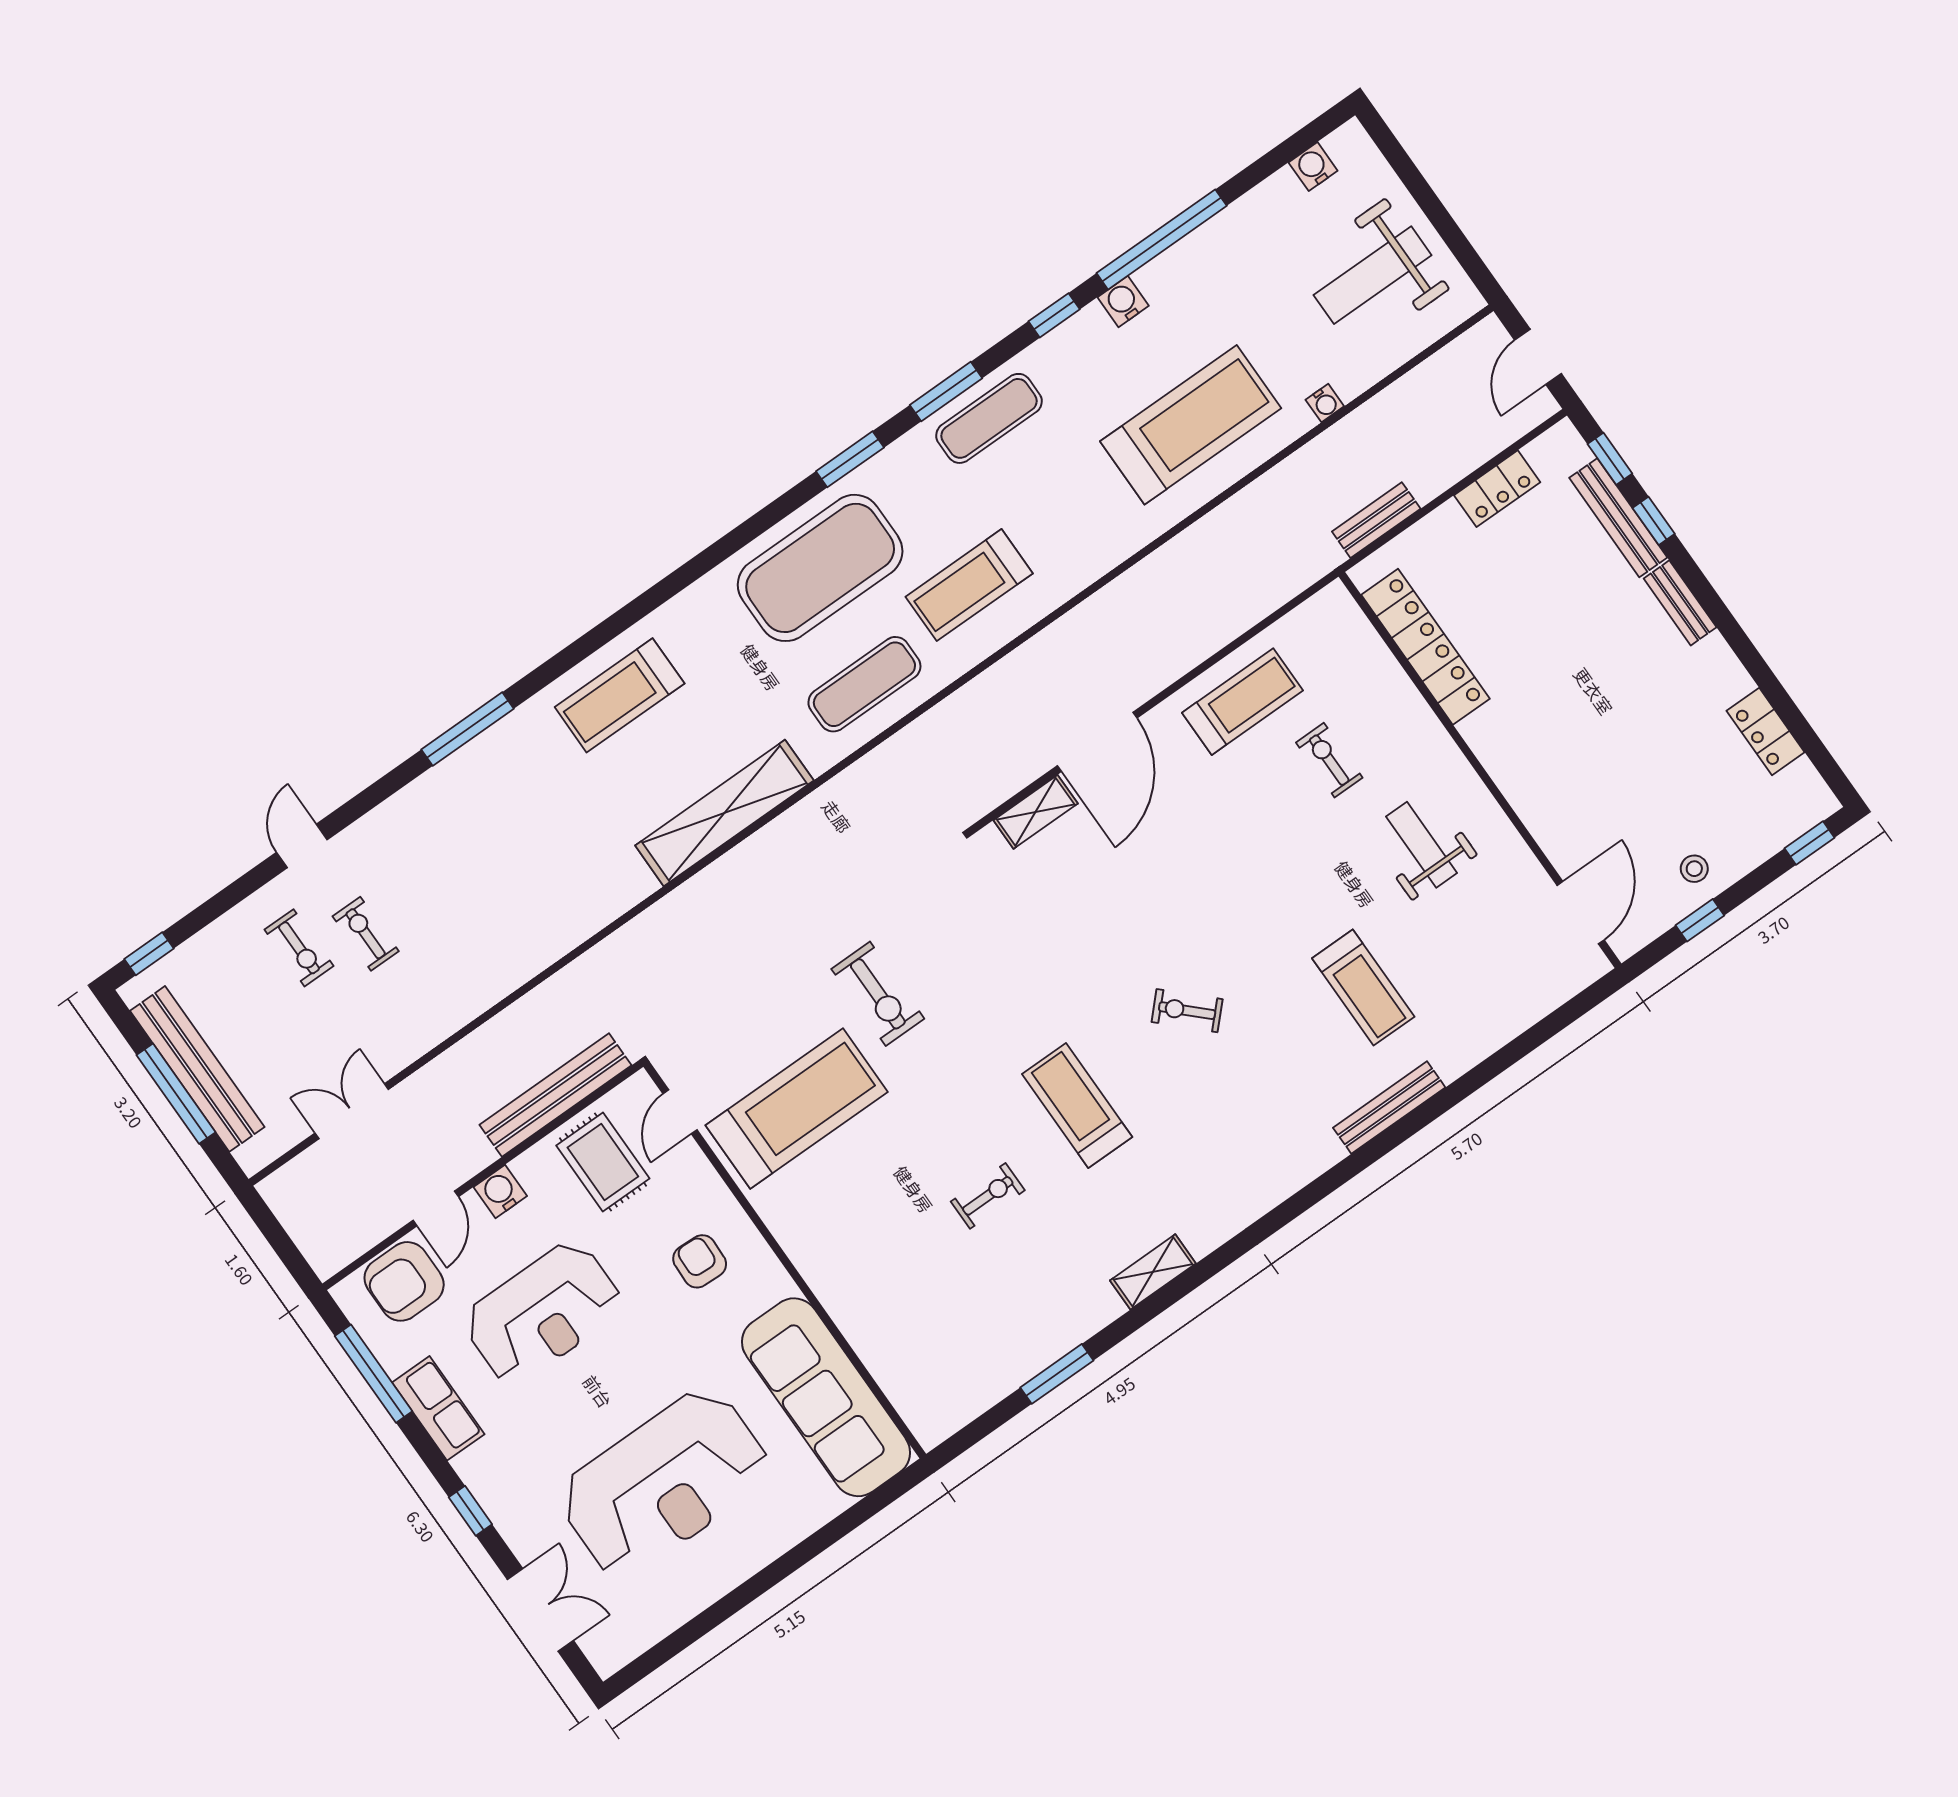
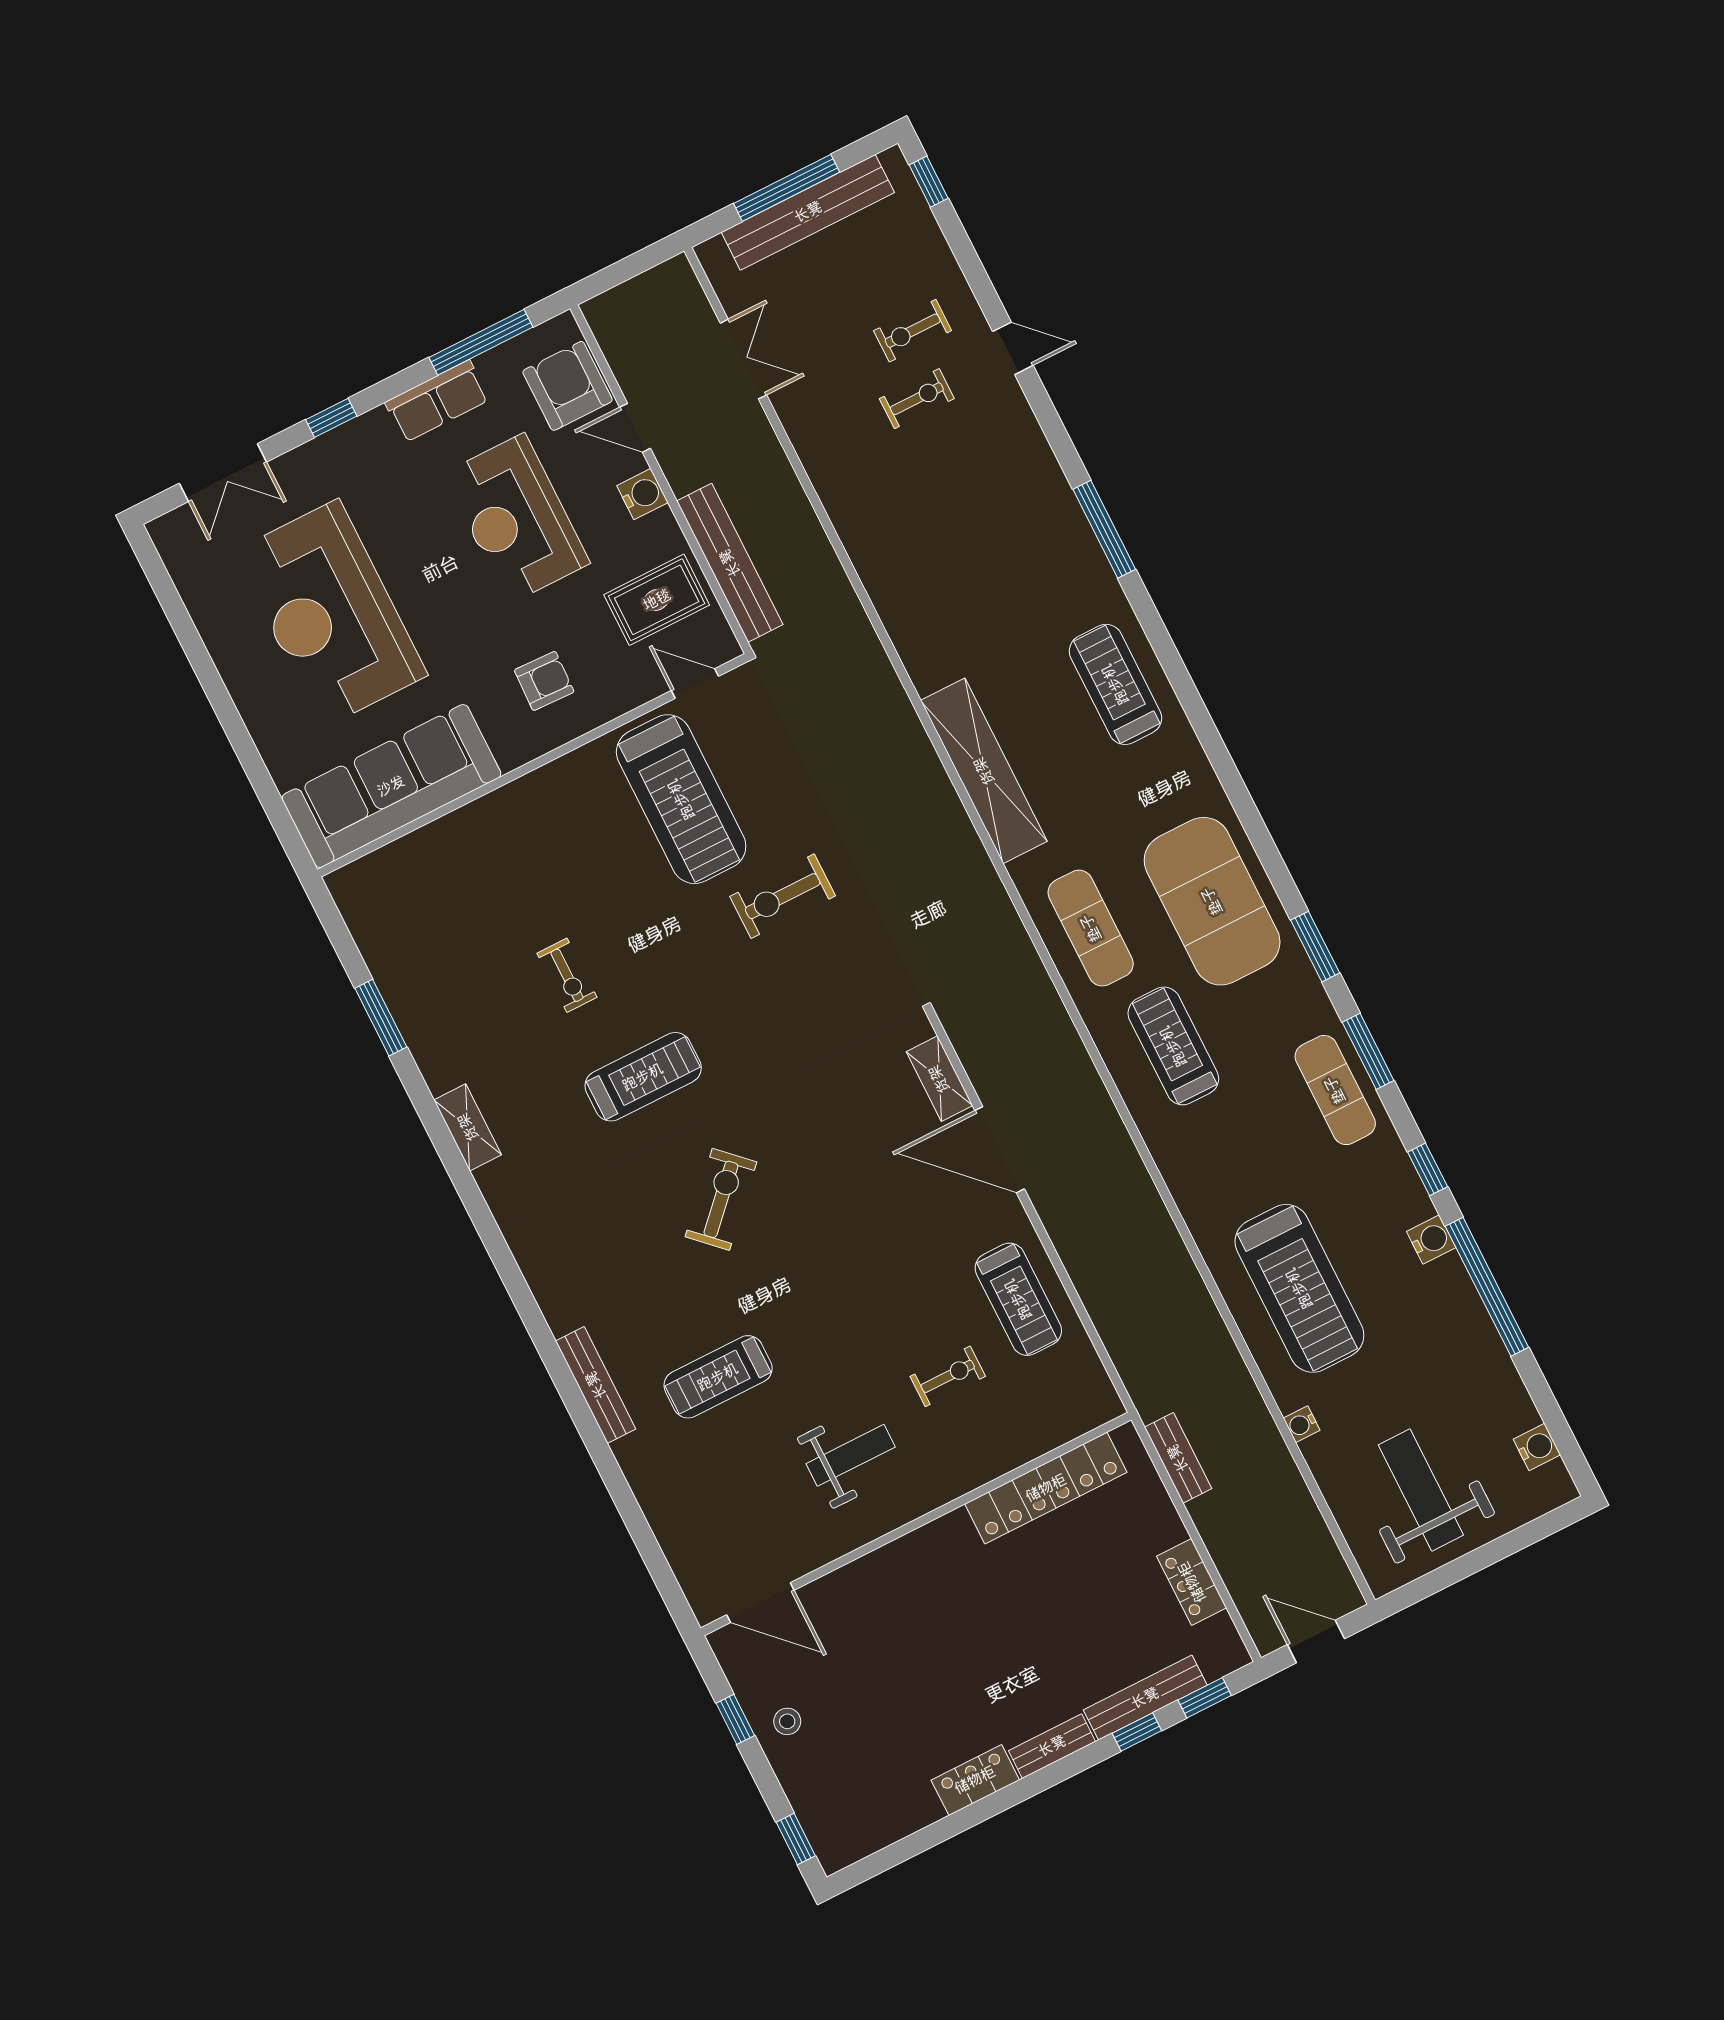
locker: (1766, 732) -> (975, 1780), moved
exercise bike: (1187, 1011) -> (721, 1199), width x1.38, depth x1.39

